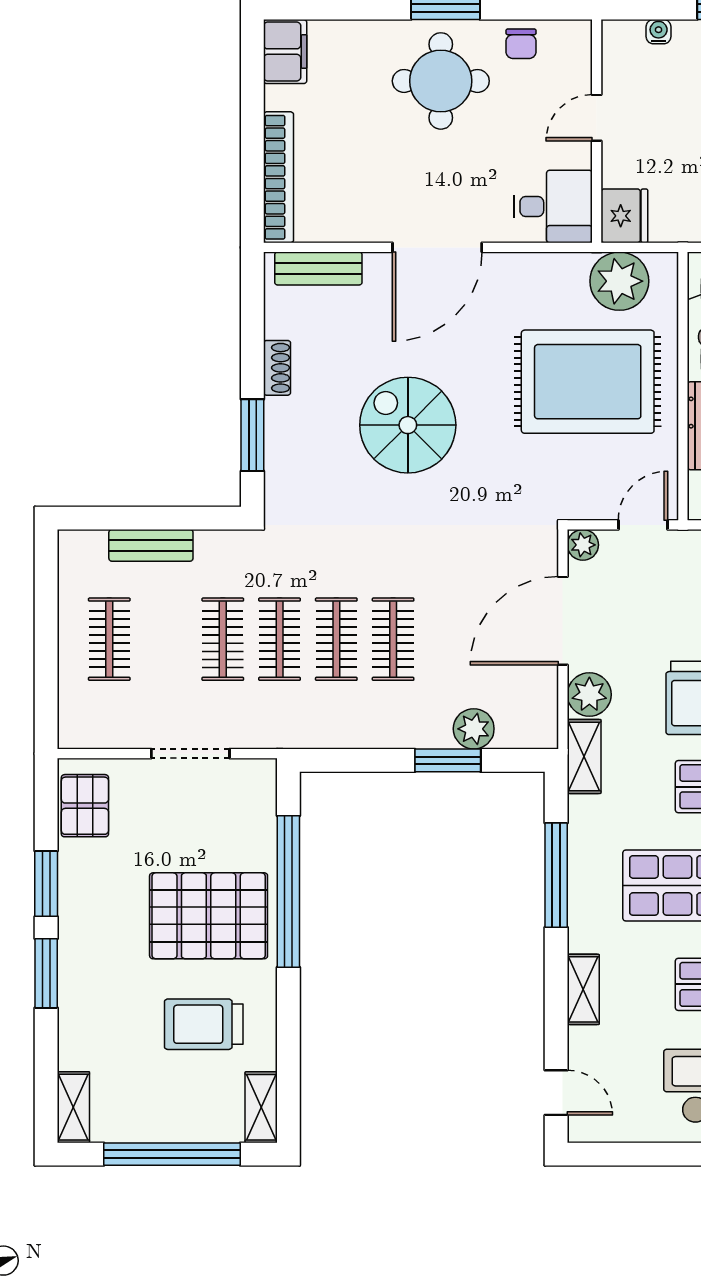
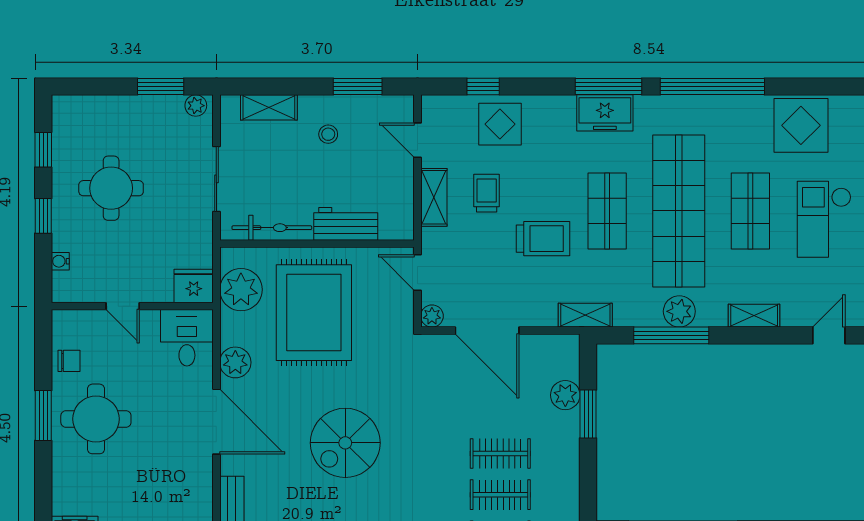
plant: (519, 273) -> (235, 362), added
plant: (589, 695) -> (679, 311), moved

